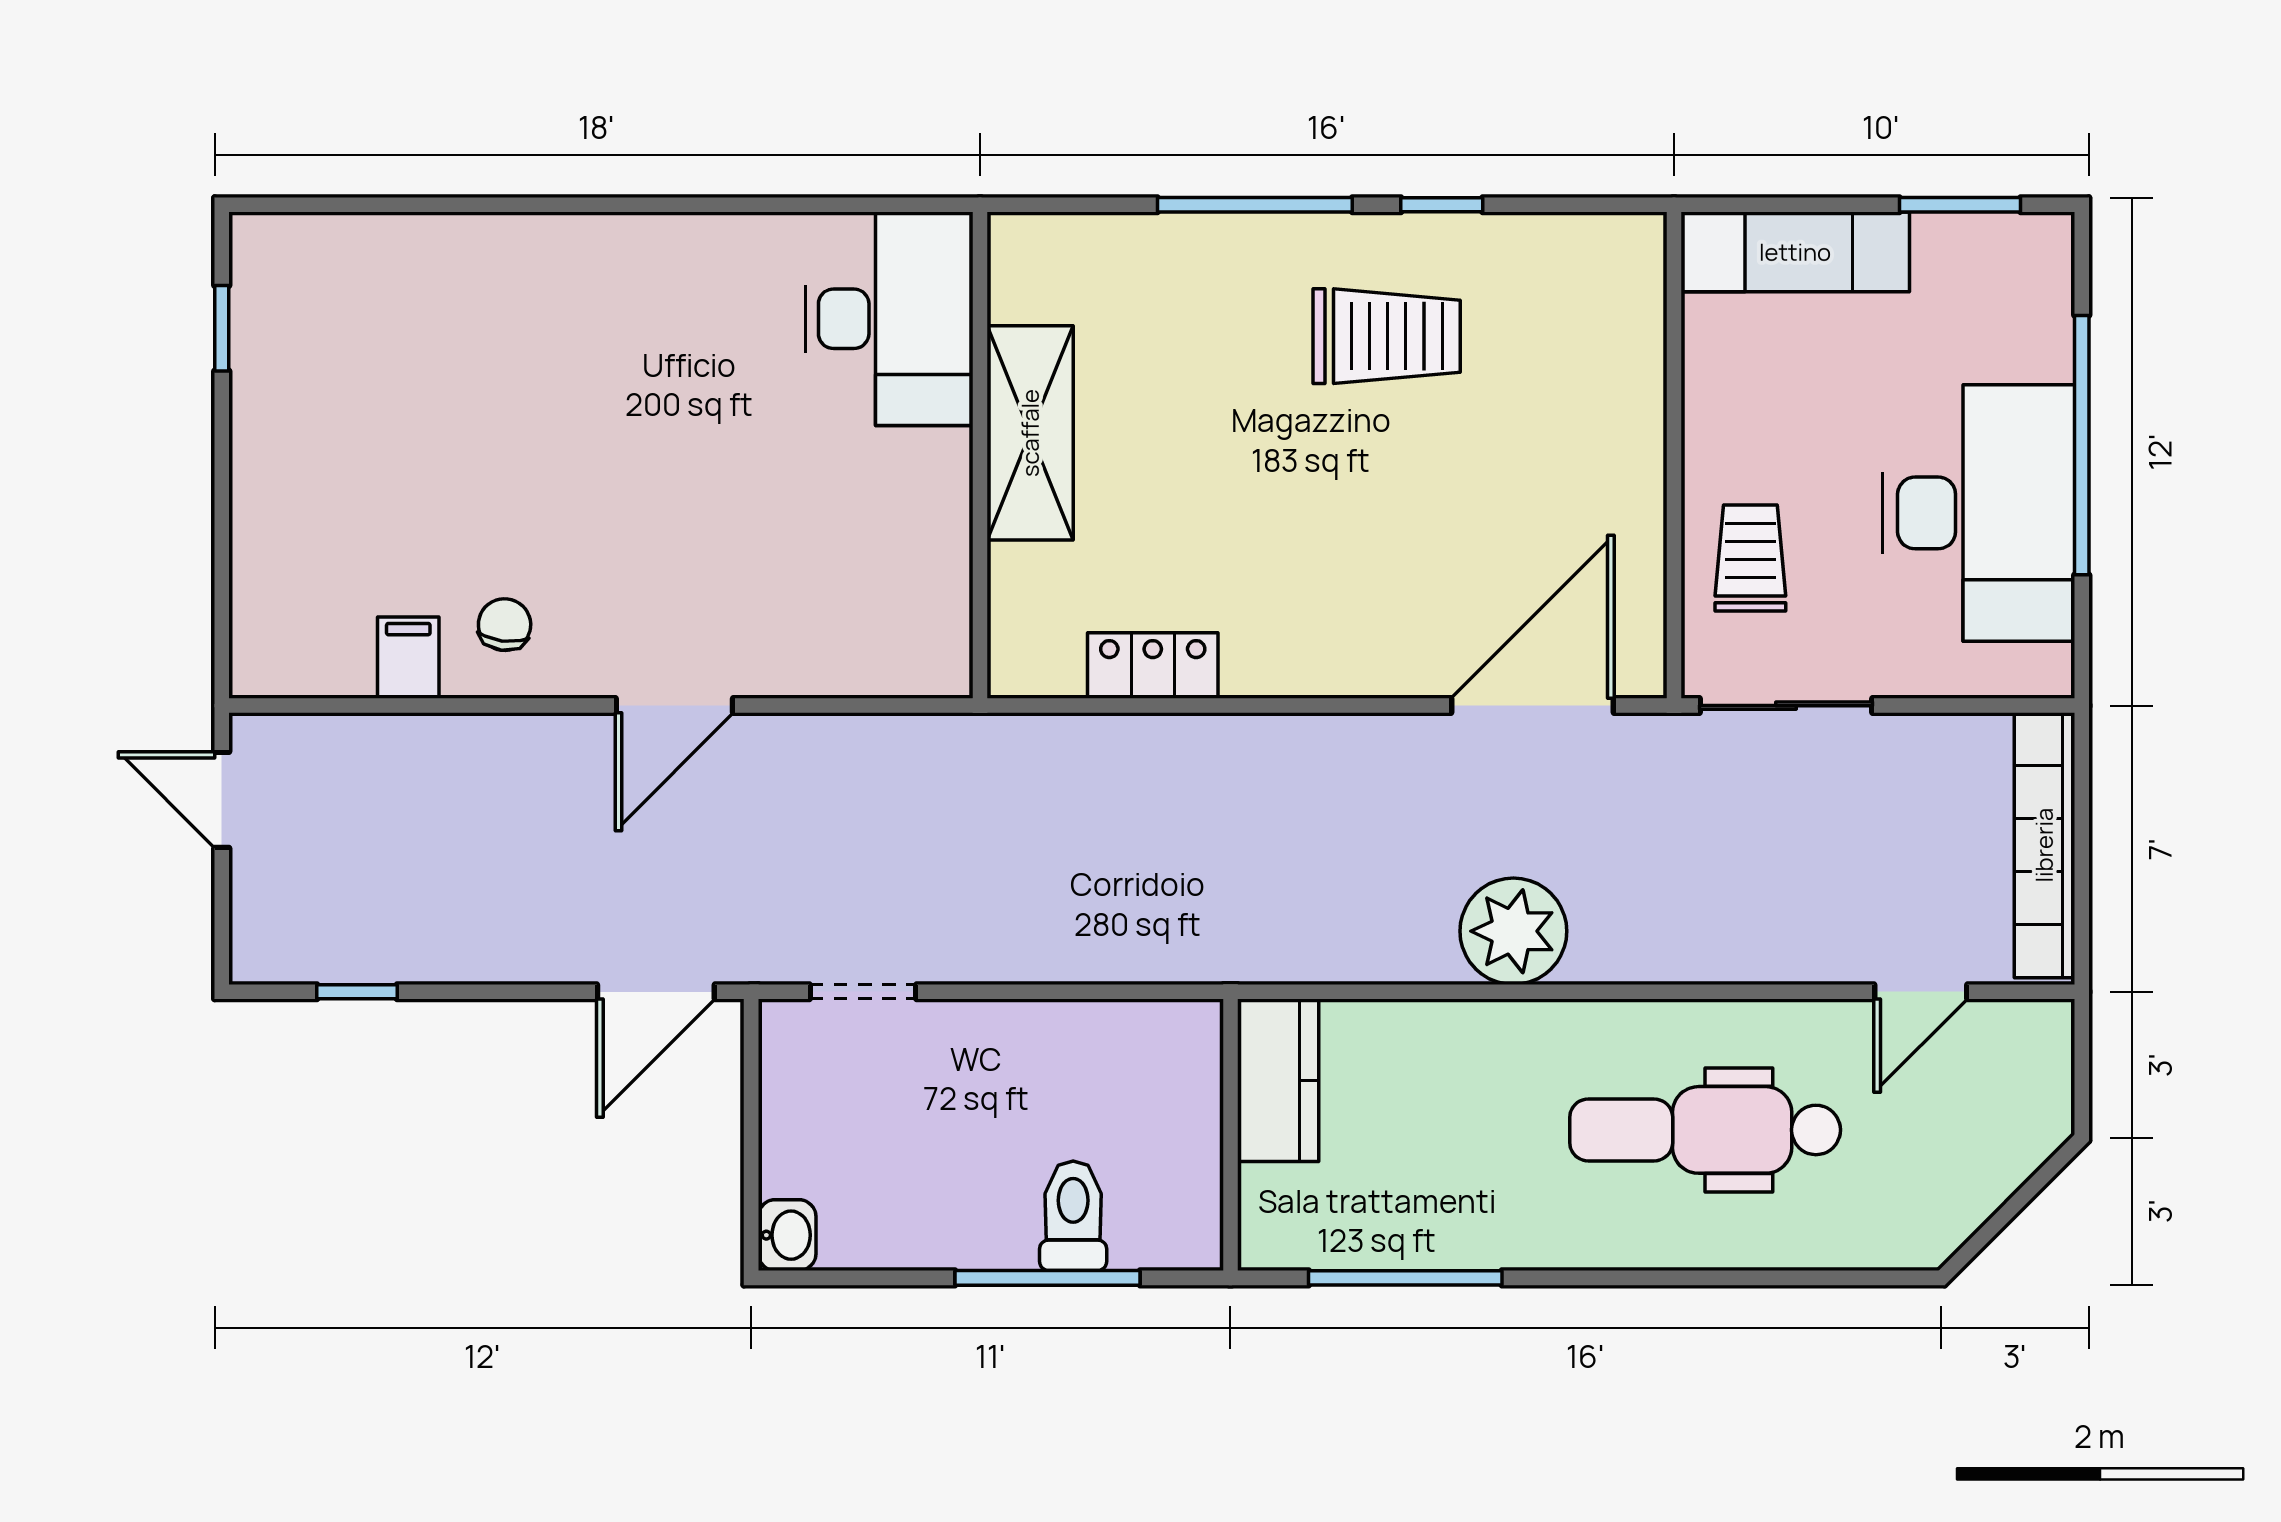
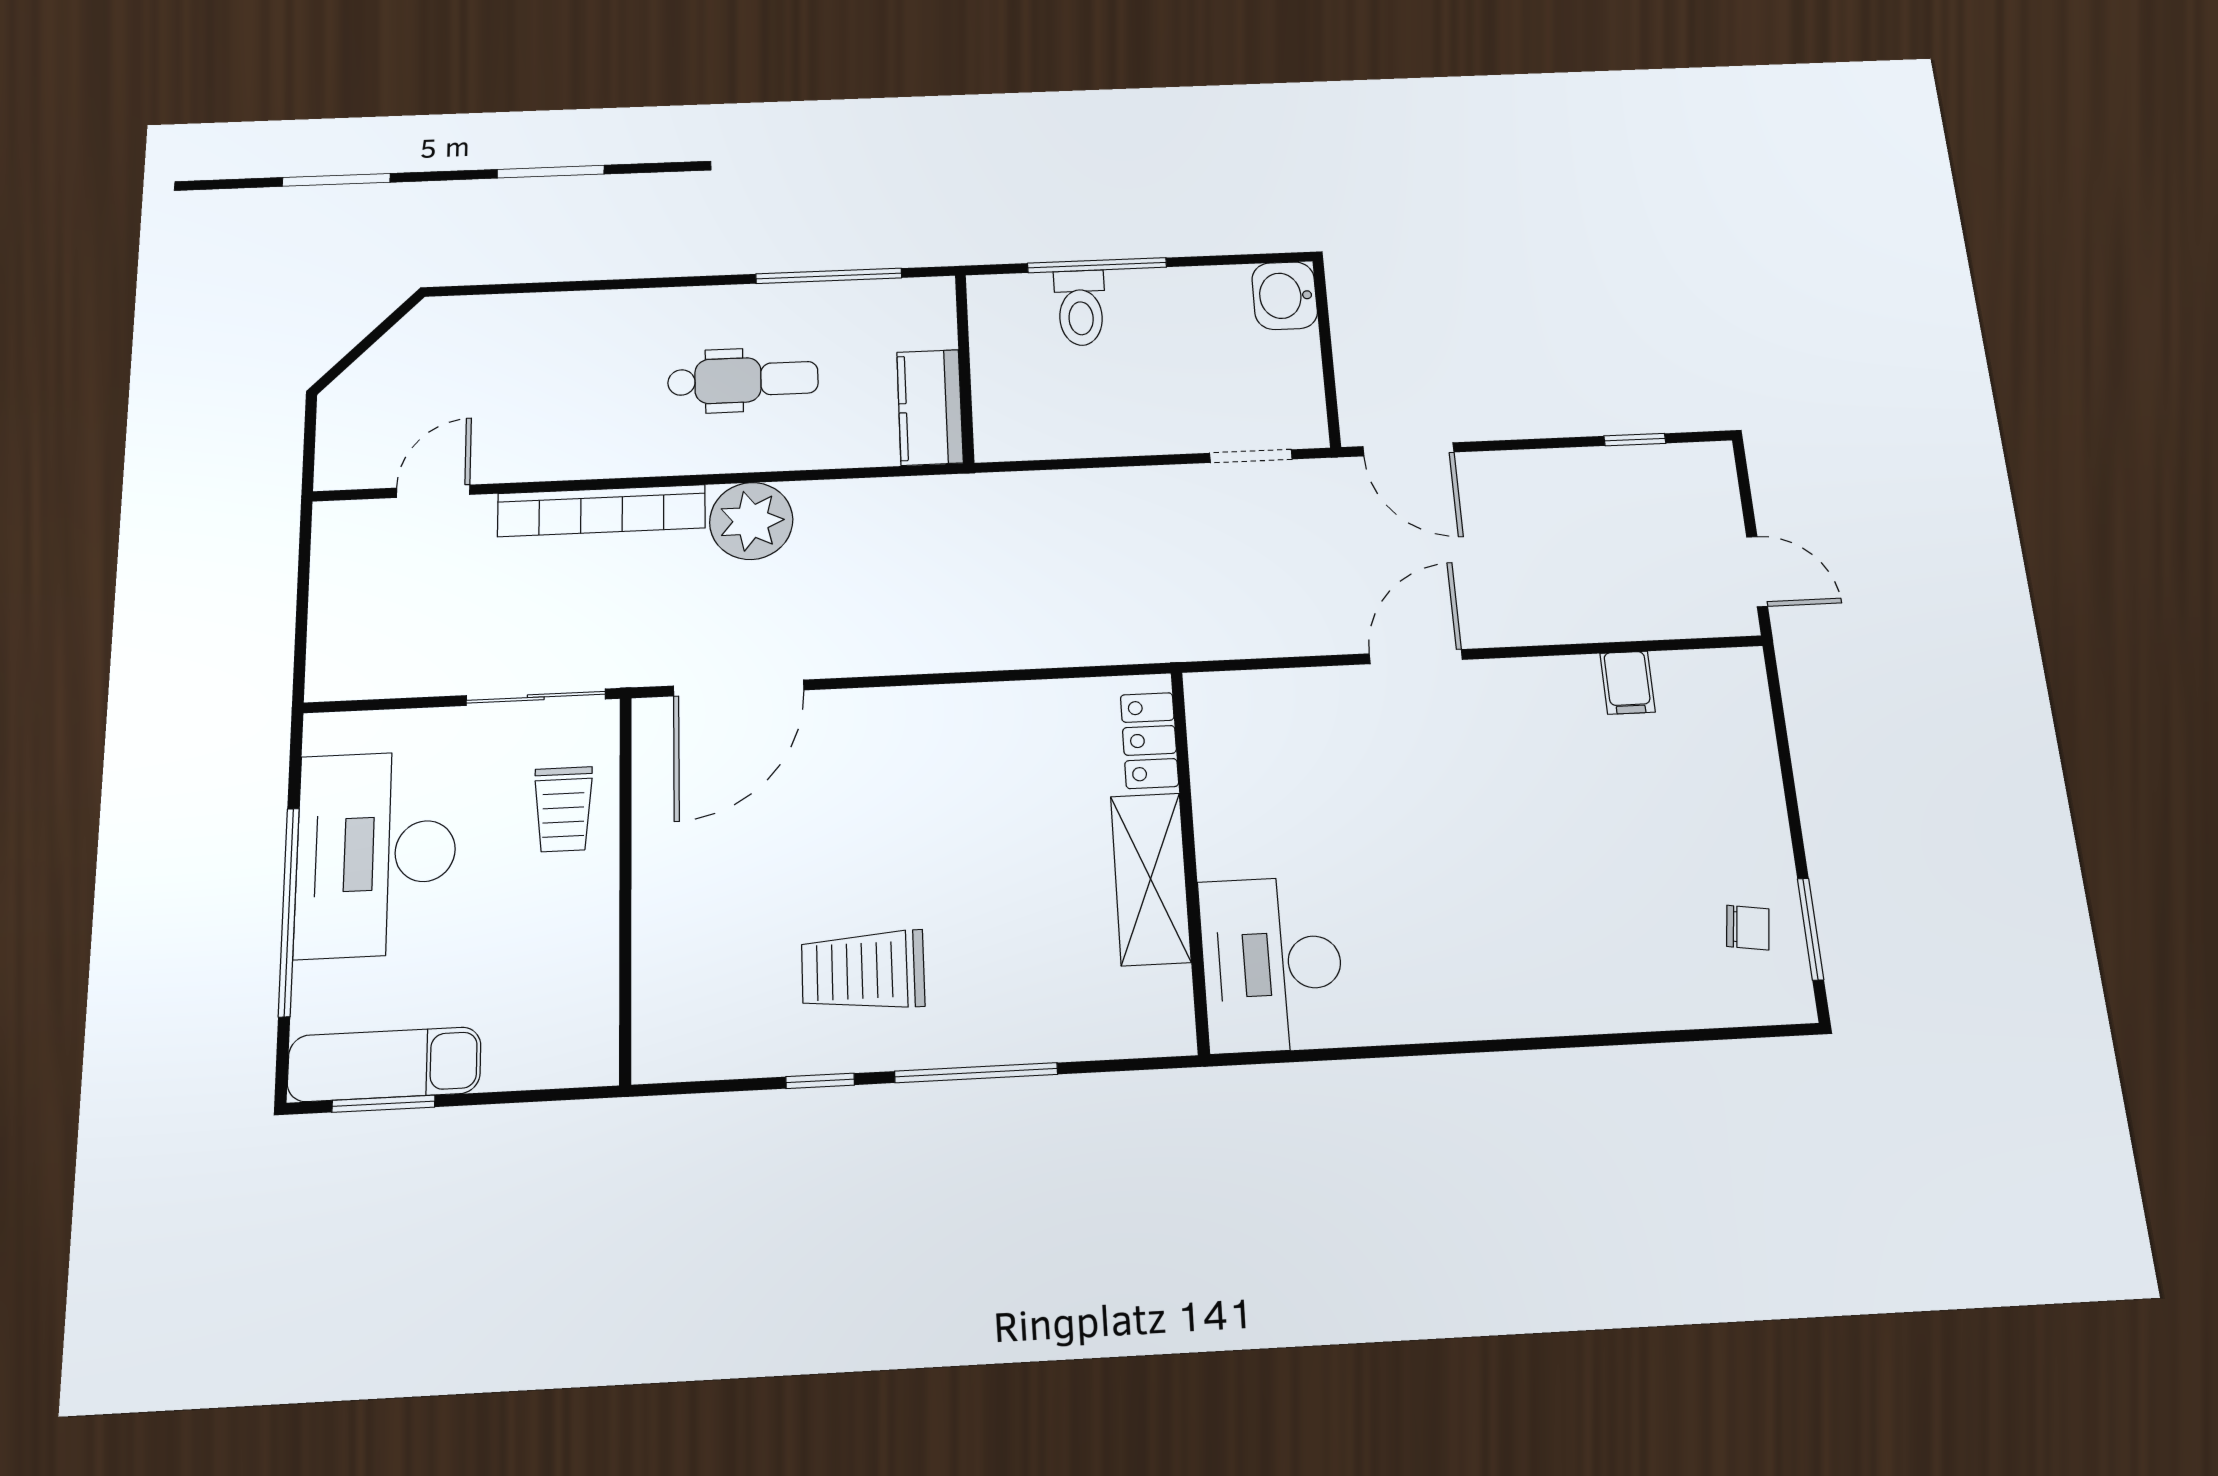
exam couch: (1795, 252) -> (384, 1064), moved
window: (222, 328) -> (1811, 929), width x1.50
chair: (505, 625) -> (1748, 928), moved, turned -89
locker: (1153, 666) -> (1149, 740), moved, turned 90
bookcase: (2044, 845) -> (602, 511), moved, turned 90
door: (656, 992) -> (1409, 449), swing flipped
dental chair: (1705, 1130) -> (743, 380), moved, width x0.73, depth x0.72
washbasin: (787, 1235) -> (1285, 296), width x1.38, depth x1.45

